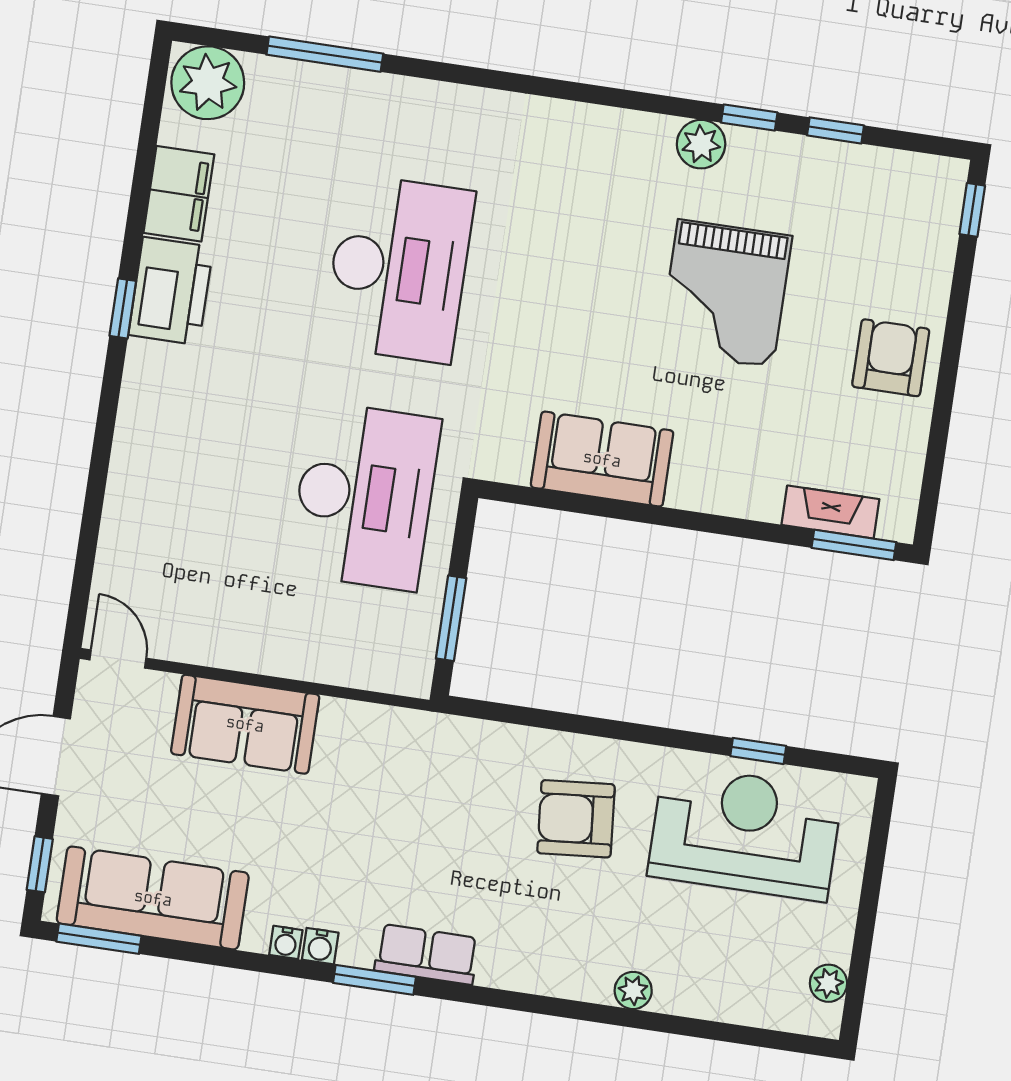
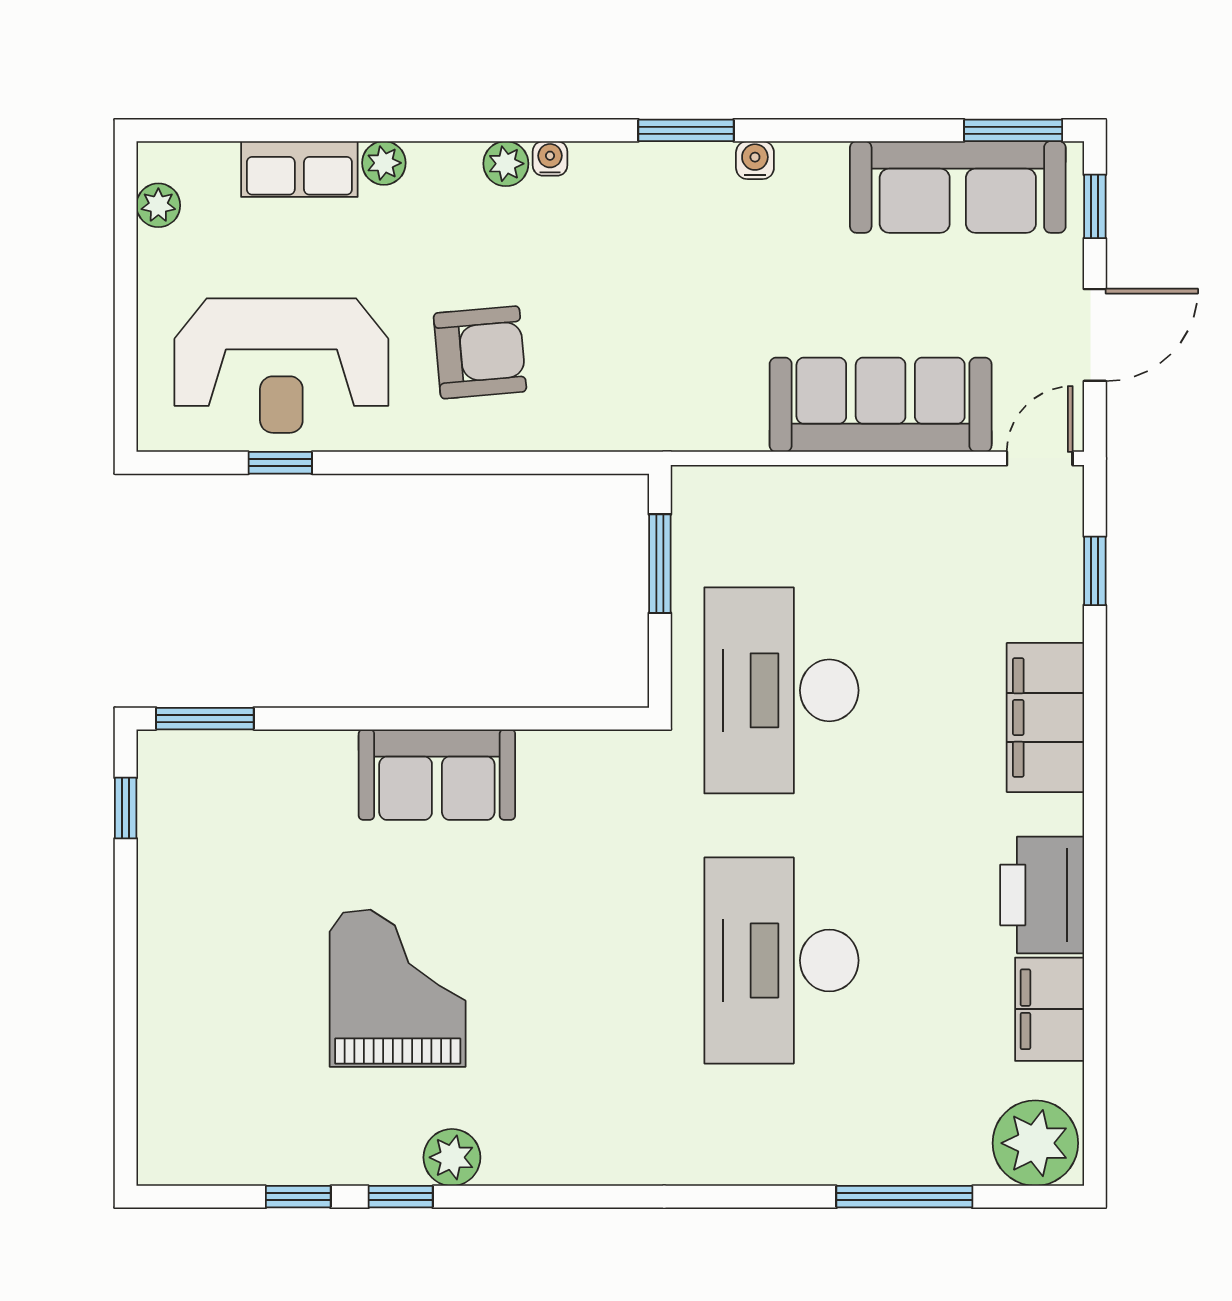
window: (972, 210) -> (126, 808), moved
window: (123, 308) -> (1095, 571), moved
armchair: (891, 358) -> (195, 942), removed
filing cabinet: (146, 440) -> (1045, 718), added
sofa: (602, 459) -> (437, 775), moved
fireplace: (830, 512) -> (238, 753), removed
door: (118, 659) -> (1040, 458), swing flipped
sofa: (245, 724) -> (881, 405), width x1.36
water cooler: (286, 942) -> (550, 158), moved
row of seats: (427, 954) -> (299, 169), moved
plant: (530, 974) -> (506, 164), added

